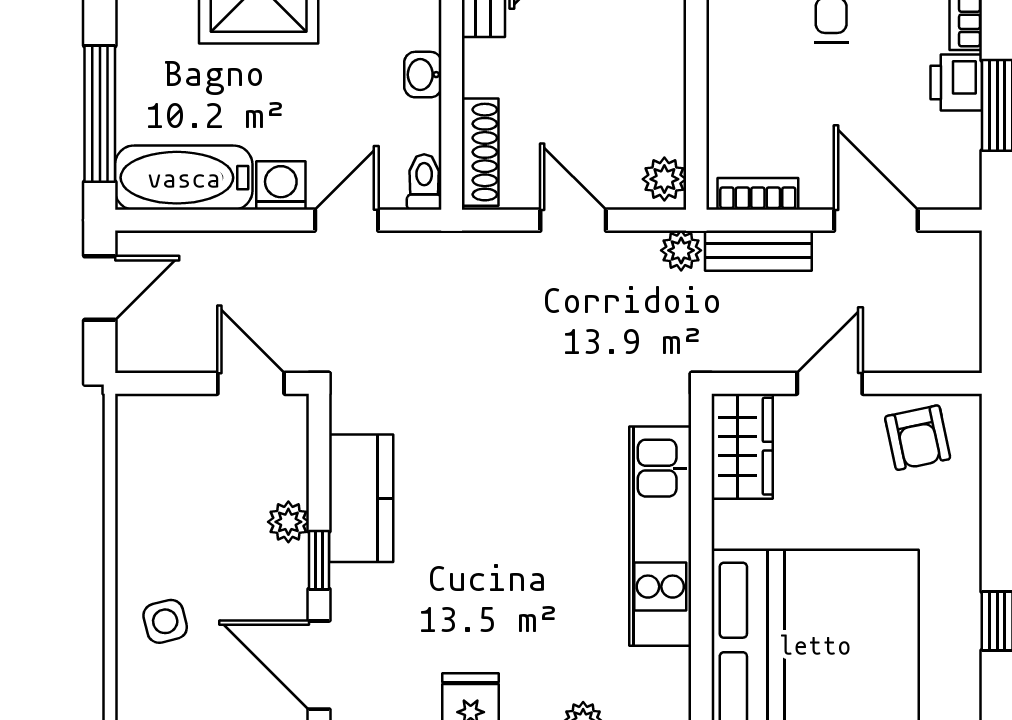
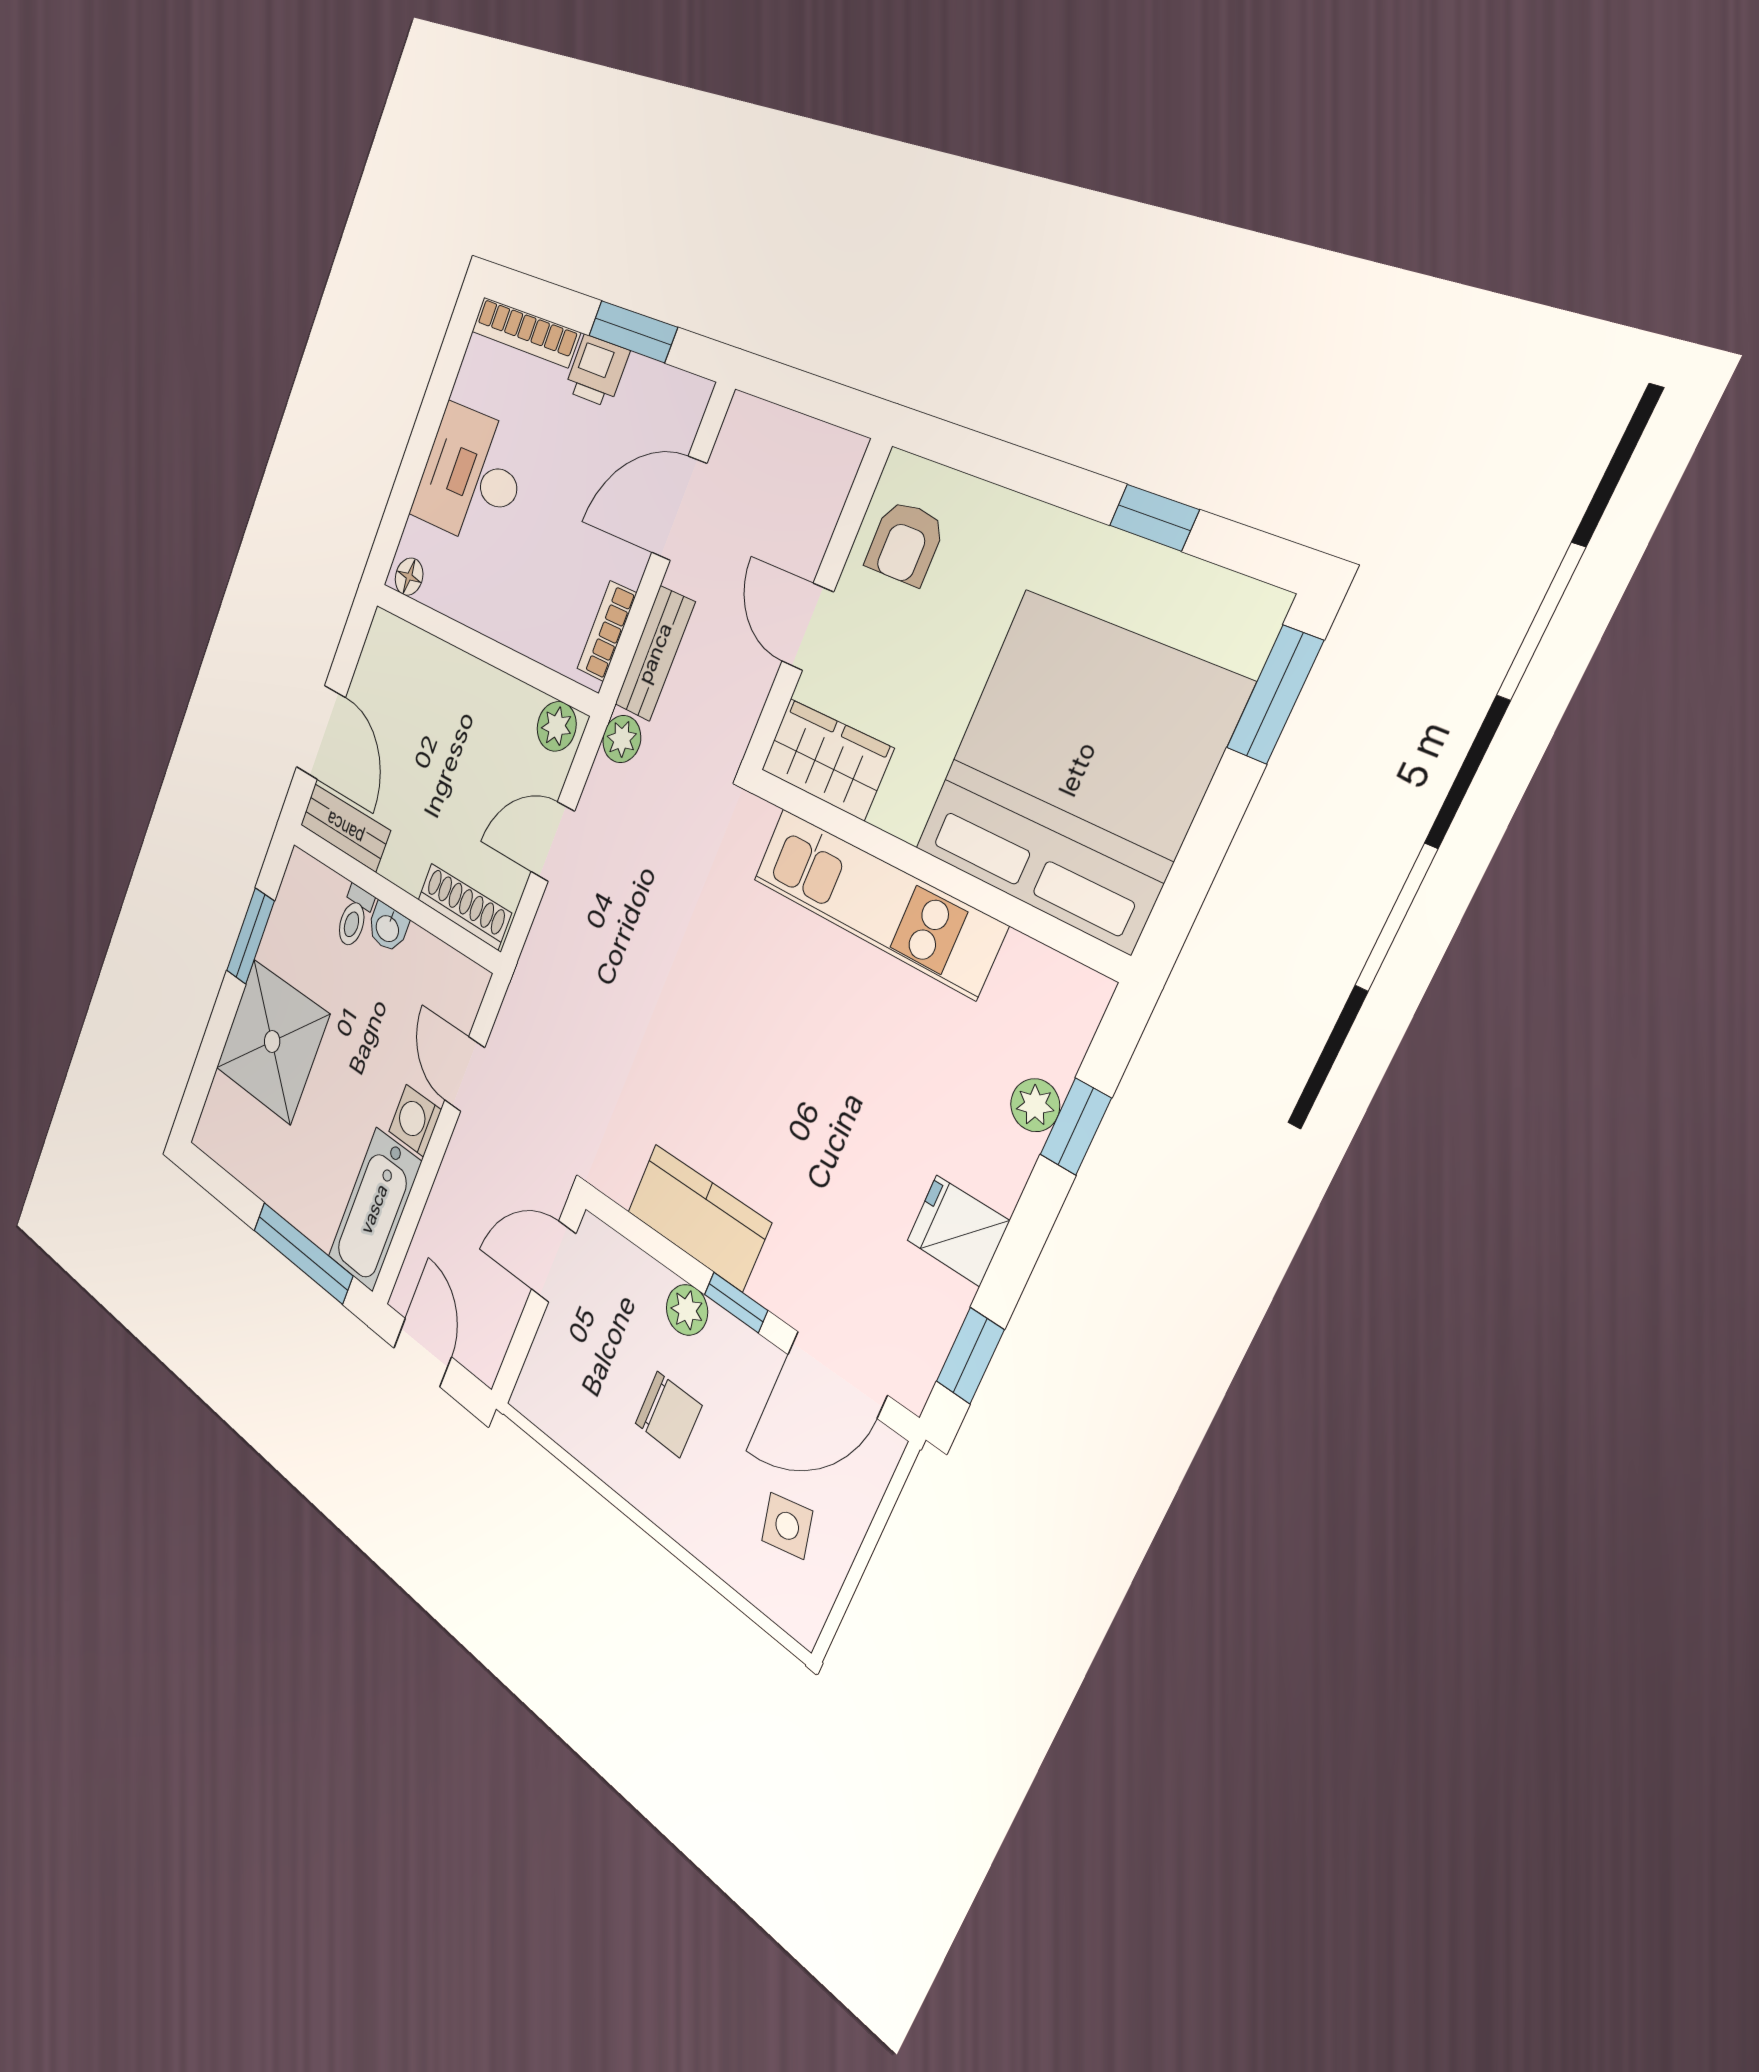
toilet: (424, 182) -> (354, 917), moved, turned -90
armchair: (918, 438) -> (905, 543), turned 102
chair: (203, 544) -> (668, 1414), added
side table: (165, 621) -> (787, 1526), moved

